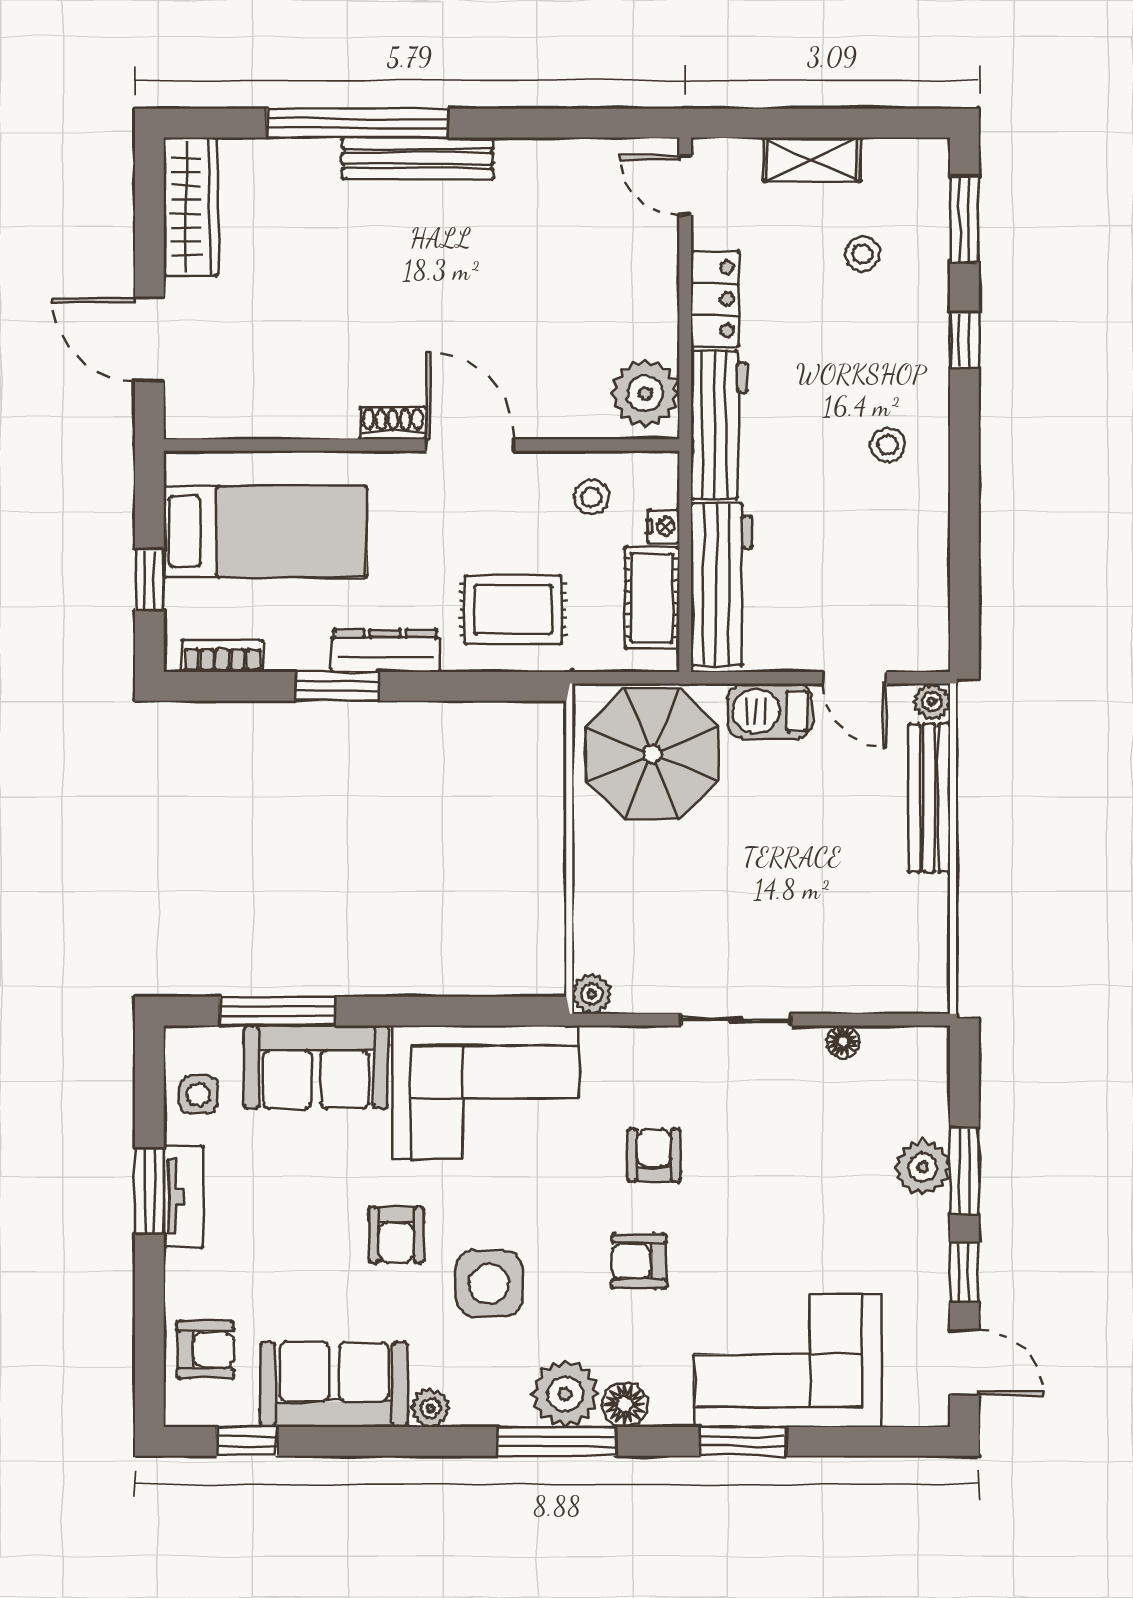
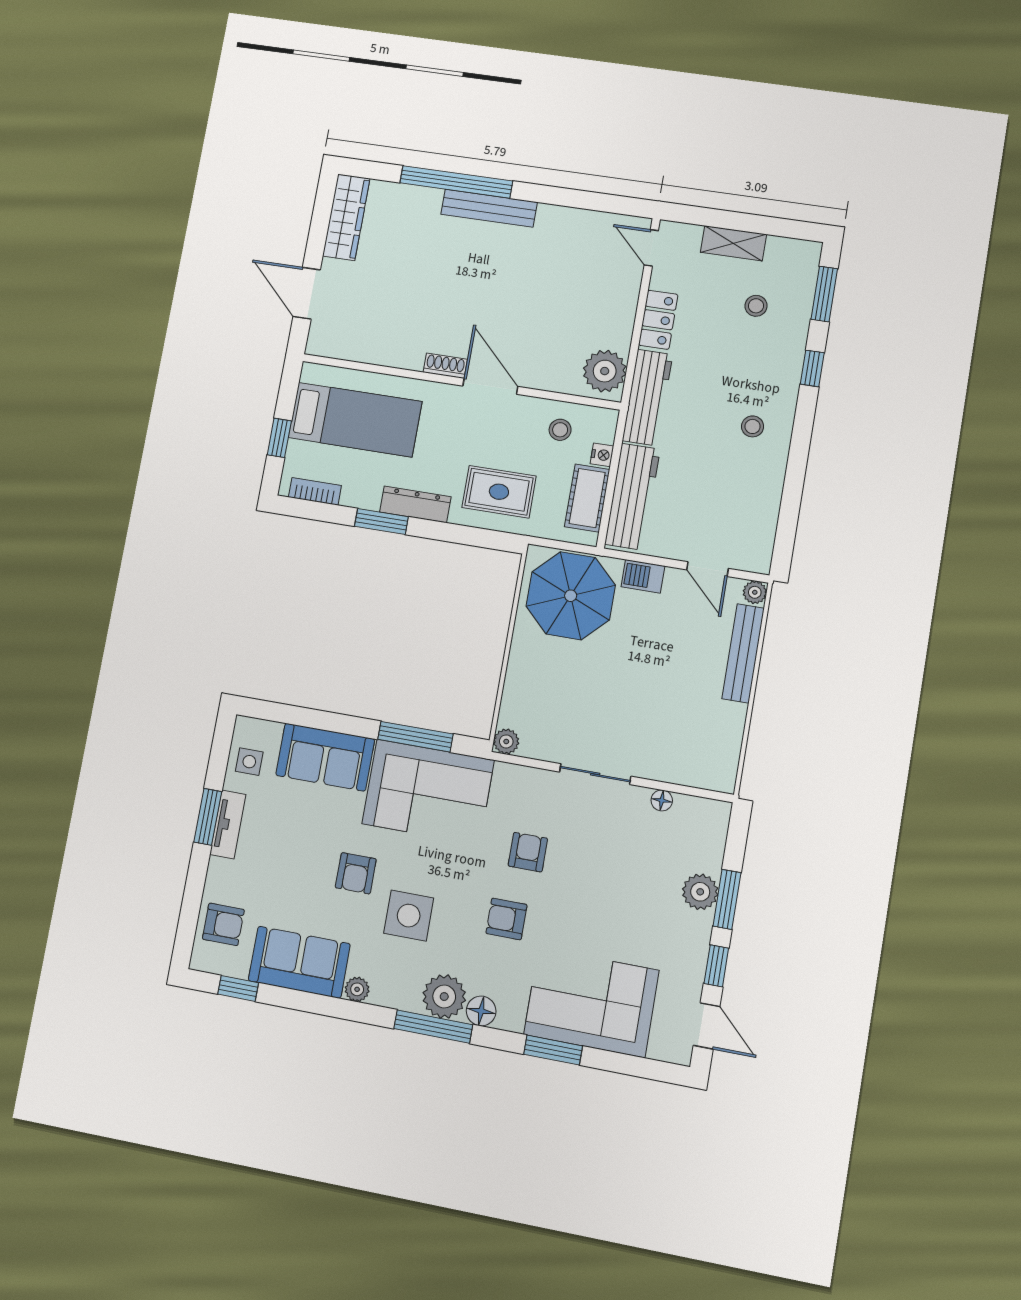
barbecue: (770, 711) -> (643, 576), width x0.73, depth x0.79
window: (277, 1011) -> (415, 737), moved

